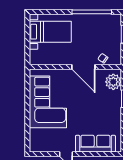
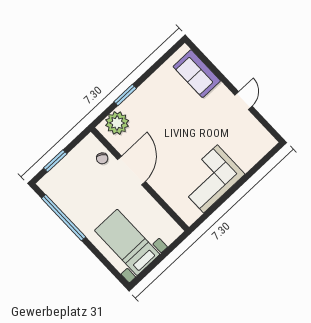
corner sofa: (48, 102) -> (211, 179), width x0.73, depth x0.74
sofa: (95, 144) -> (197, 74), width x0.73

